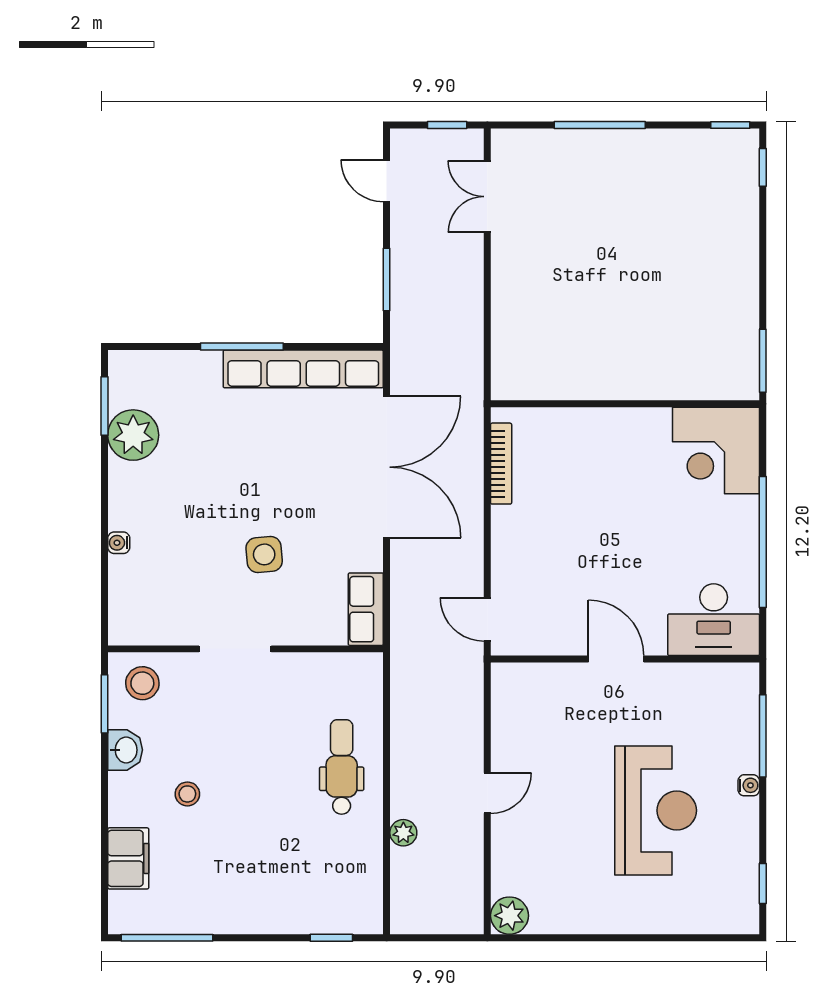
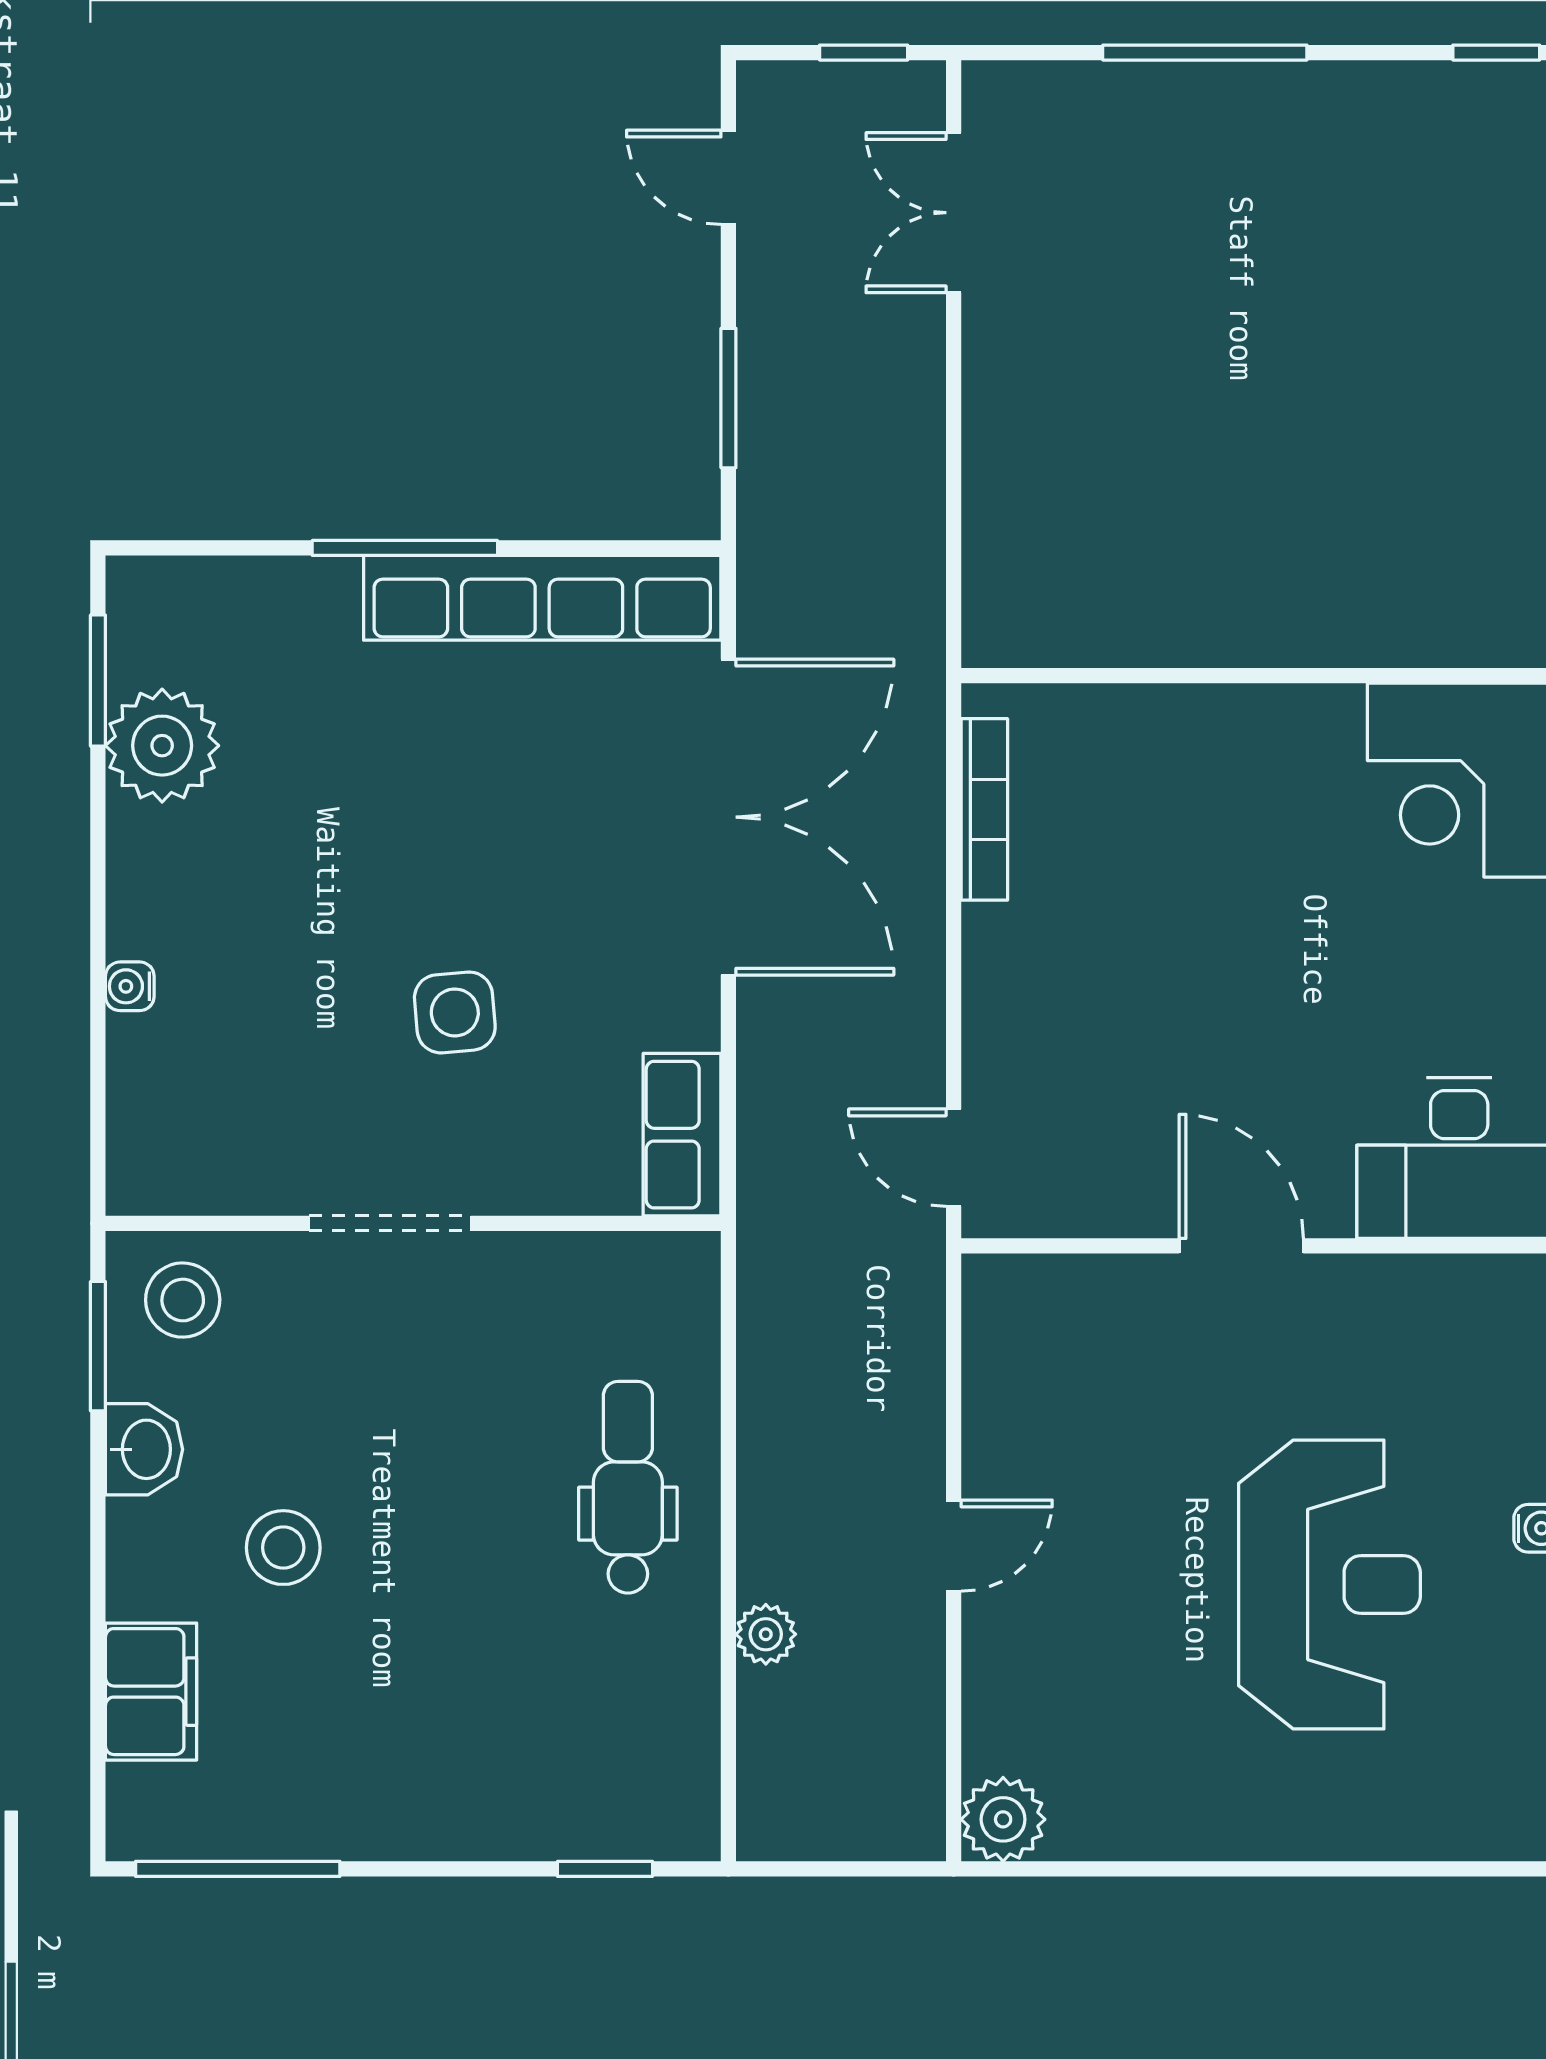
stool: (187, 794) -> (283, 1548), width x1.37, depth x1.37

